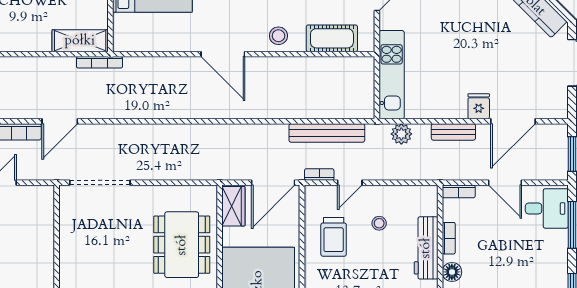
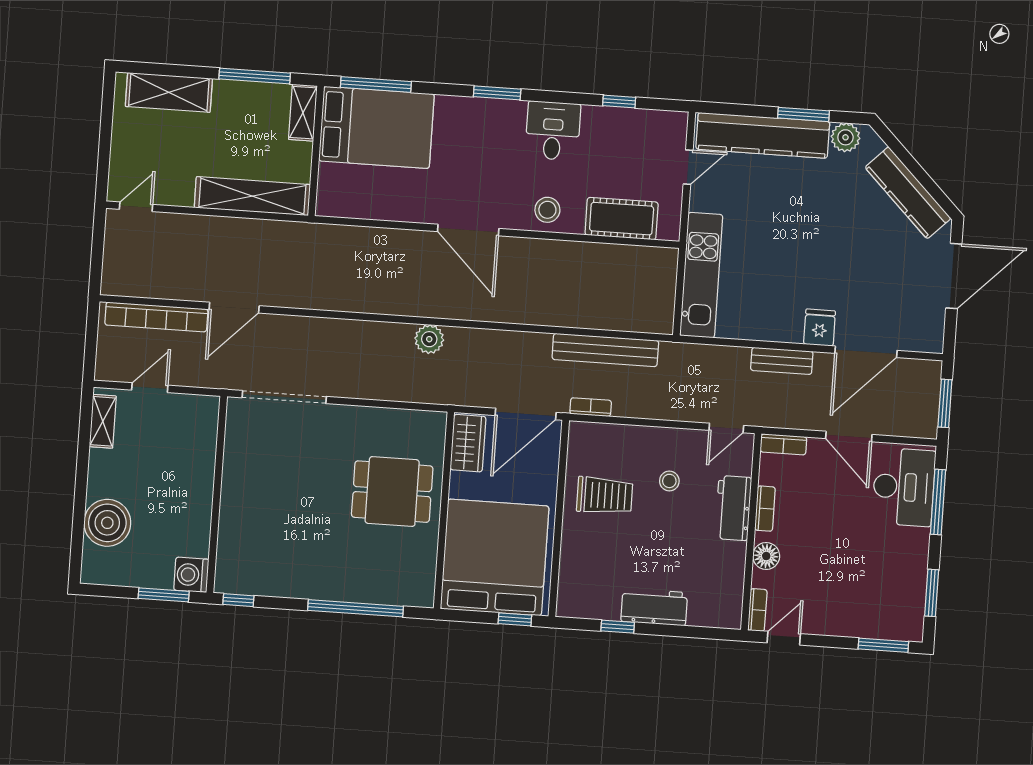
shelving: (80, 41) -> (252, 196), width x1.47
bookcase: (99, 62) -> (295, 229), removed
plant: (401, 134) -> (429, 339), moved
door: (350, 183) -> (726, 428), moved
desk: (547, 208) -> (904, 487), width x1.37
trolley: (334, 237) -> (605, 496), turned -90
dining table: (182, 245) -> (392, 492), width x0.73
workbench: (426, 248) -> (733, 508), width x0.73

